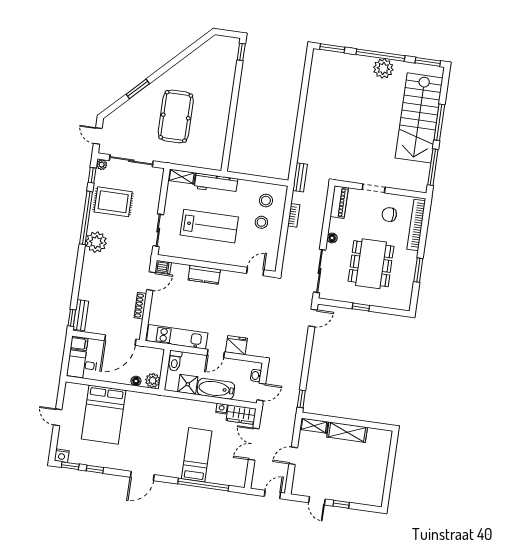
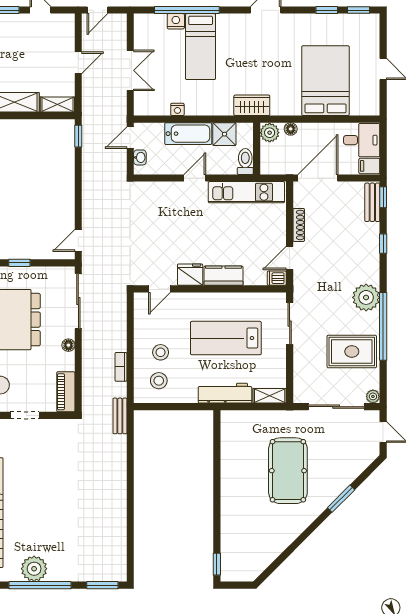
window: (92, 175) -> (383, 244), moved
fridge: (236, 345) -> (190, 275), moved, turned 180
wardrobe: (241, 415) -> (252, 105), moved
nightstand: (62, 456) -> (176, 21), moved

